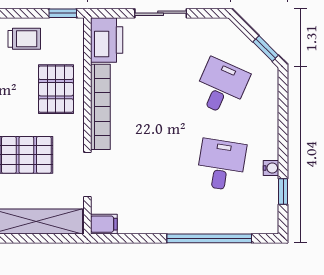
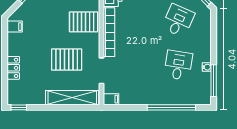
pallet: (56, 89) -> (84, 22), turned 90
window: (283, 192) -> (214, 81), width x2.17

